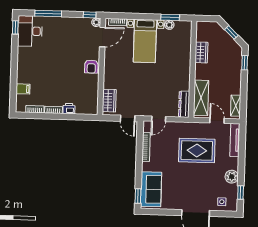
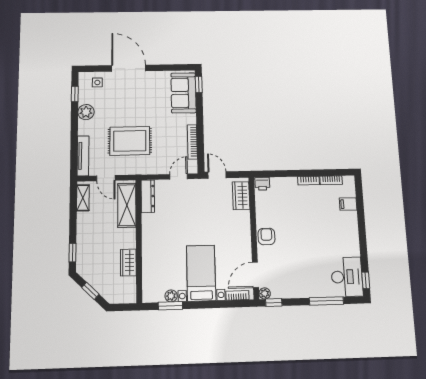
printer: (69, 109) -> (262, 184), moved

